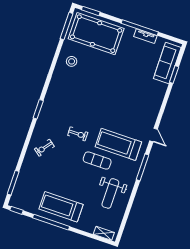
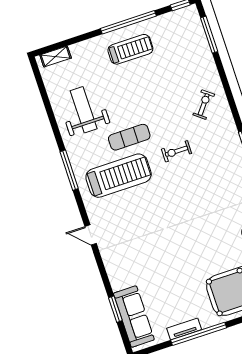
door: (153, 135) -> (91, 235), moved
treadmill: (61, 207) -> (130, 49), width x0.73, depth x0.73

